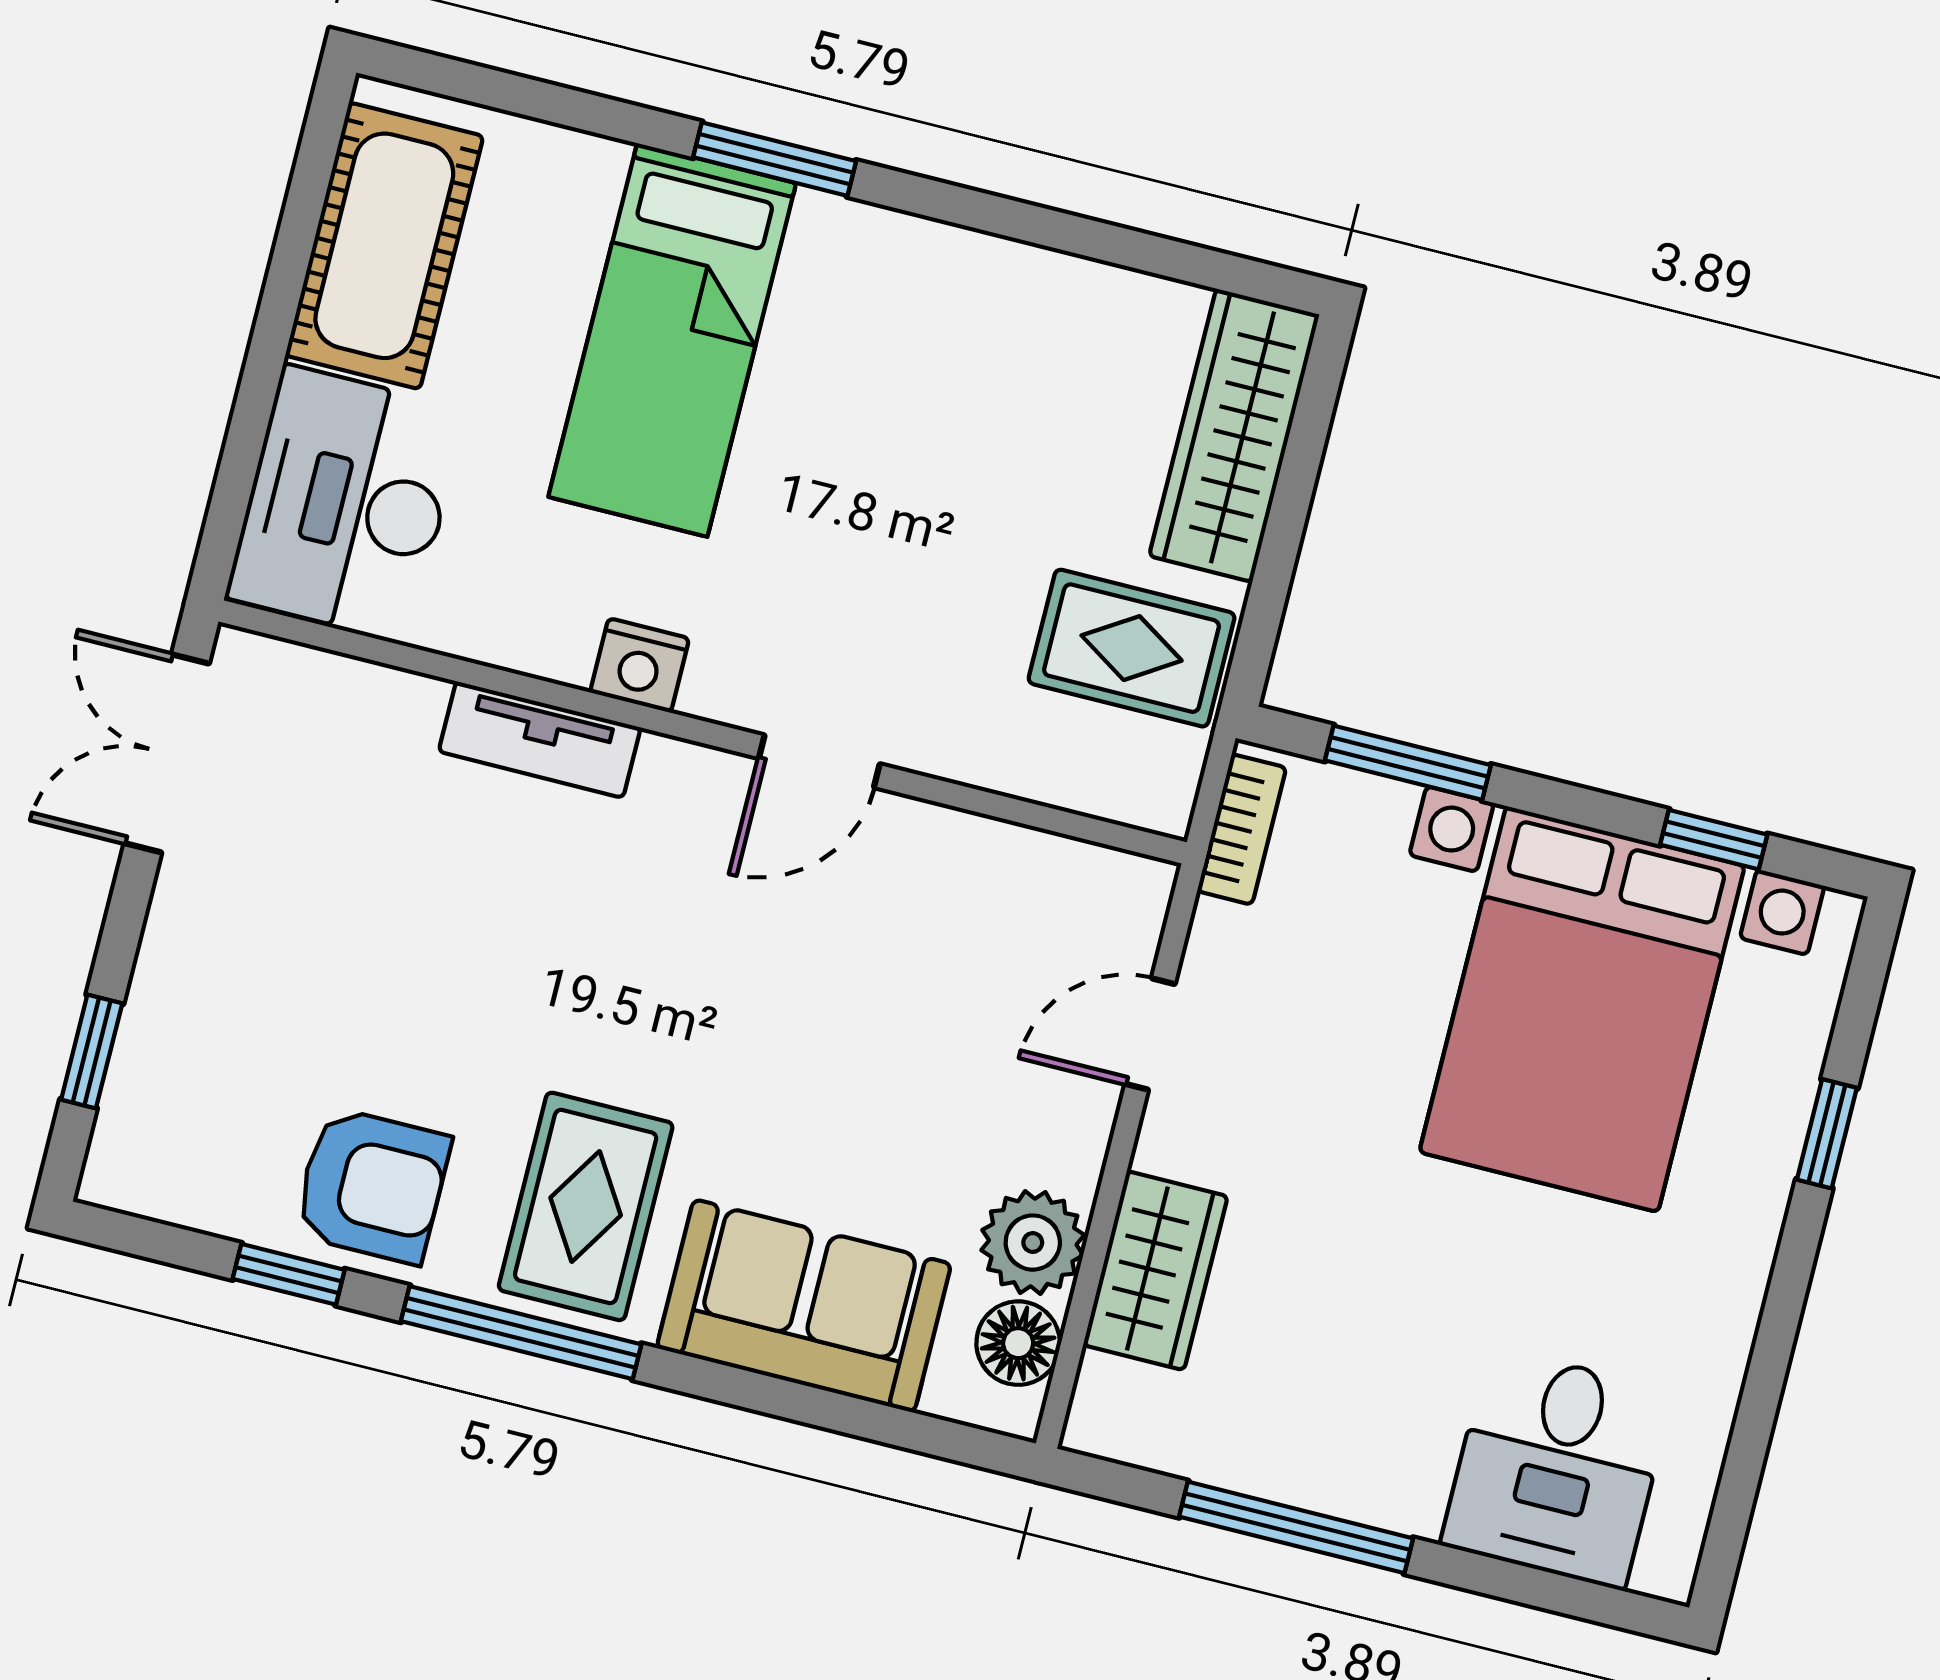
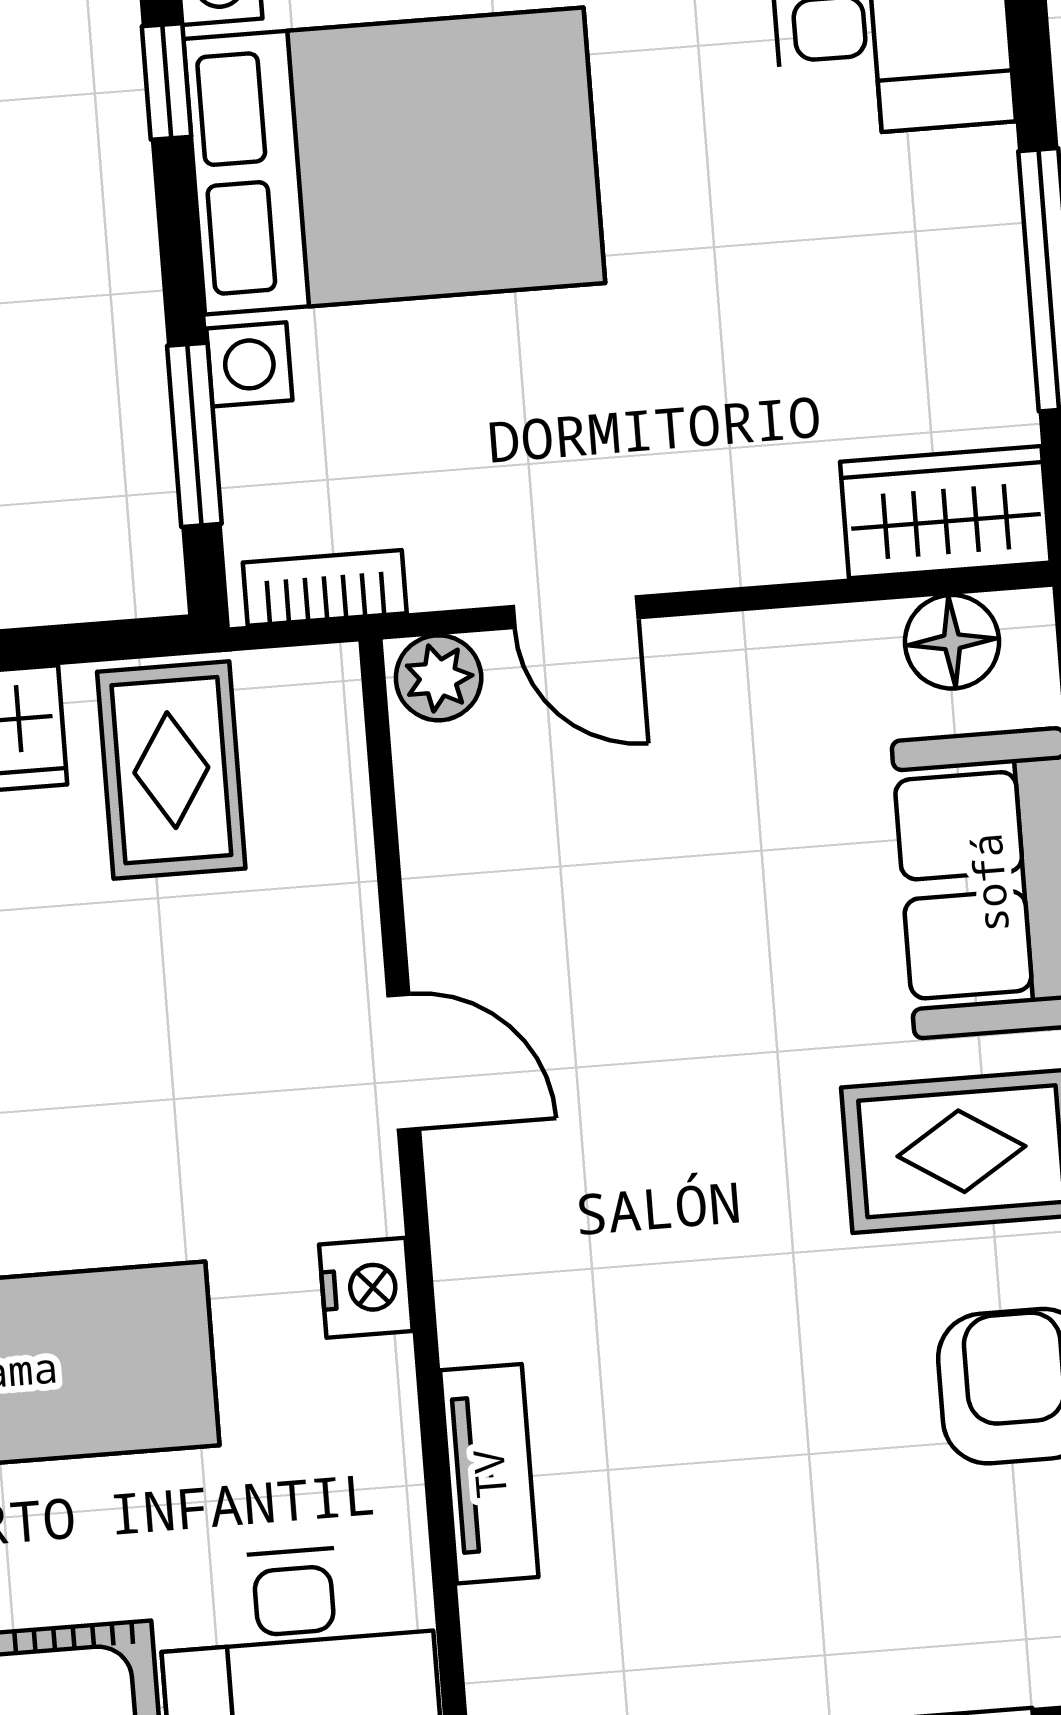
tv unit: (540, 740) -> (489, 1474), moved
plant: (1033, 1243) -> (439, 678), moved, width x0.73, depth x0.73
wardrobe: (1155, 1271) -> (945, 512), moved

